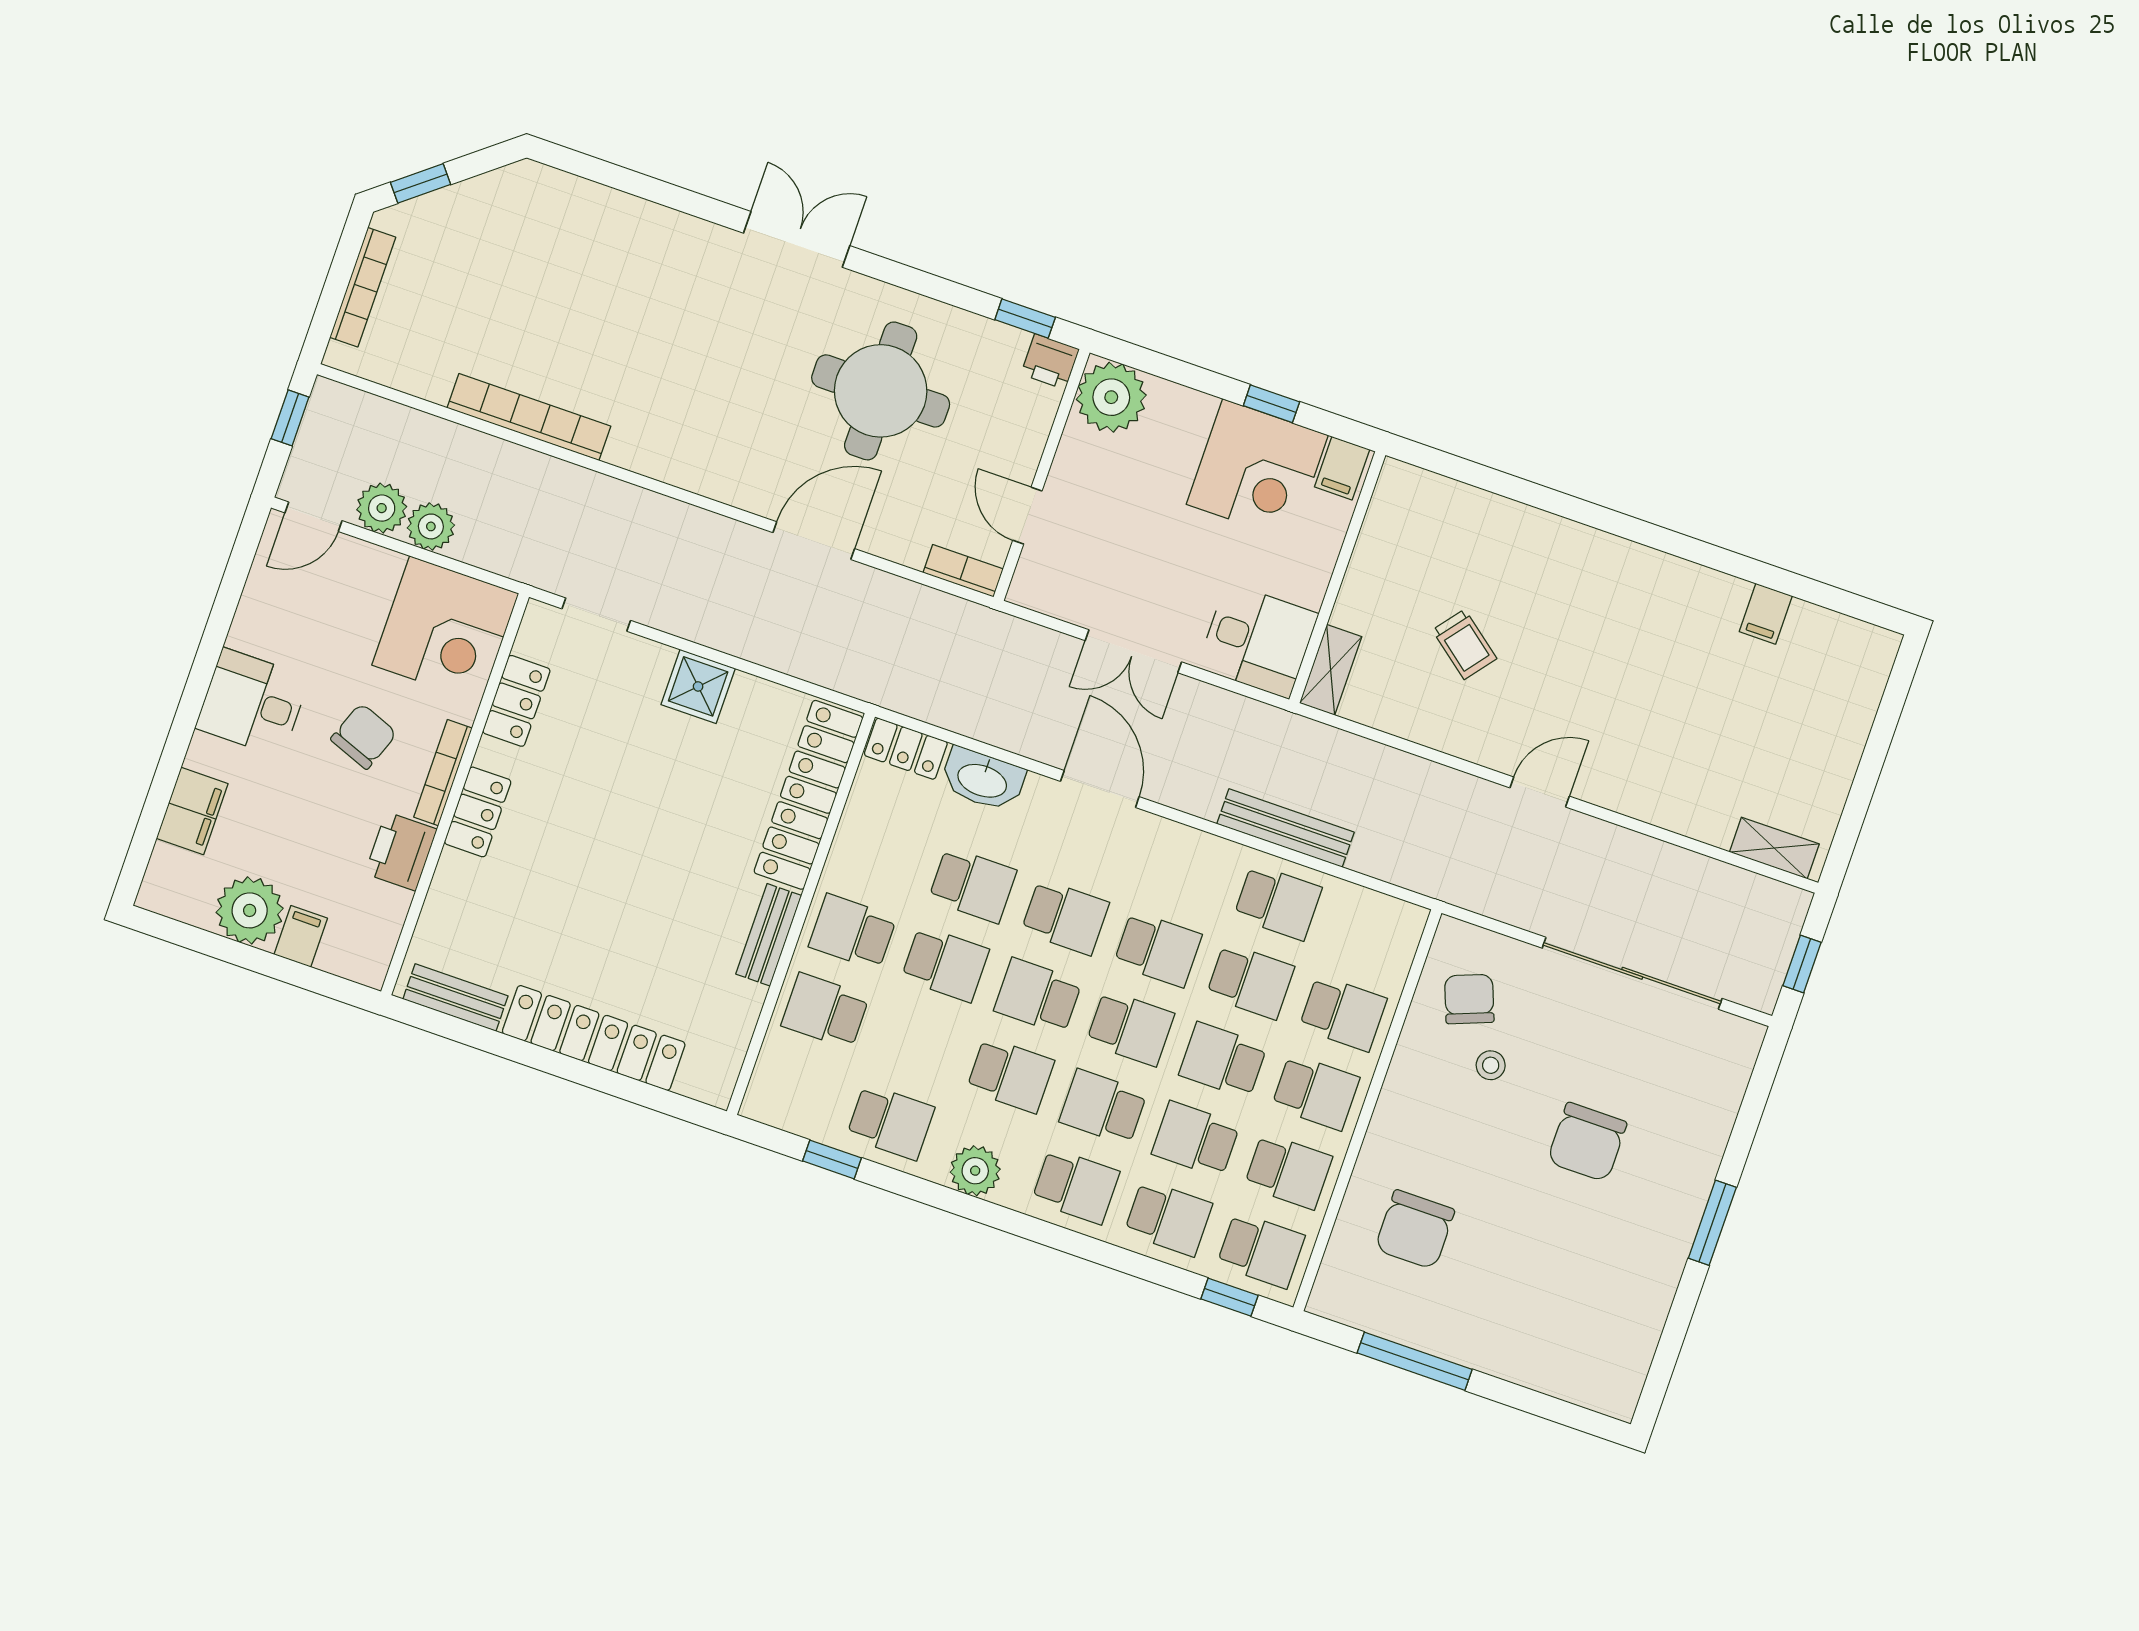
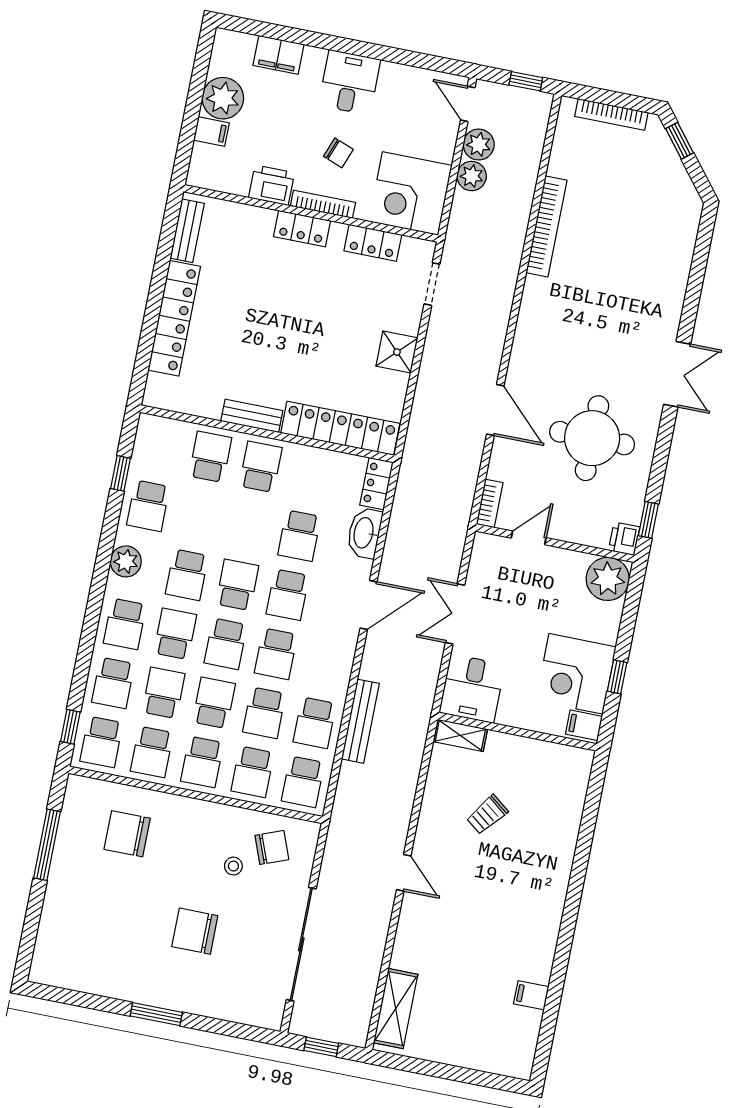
chair: (364, 736) -> (338, 153), width x0.73, depth x0.73
shelving: (1774, 848) -> (396, 1009), width x1.50, depth x1.33
school desk: (945, 964) -> (303, 782), moved

